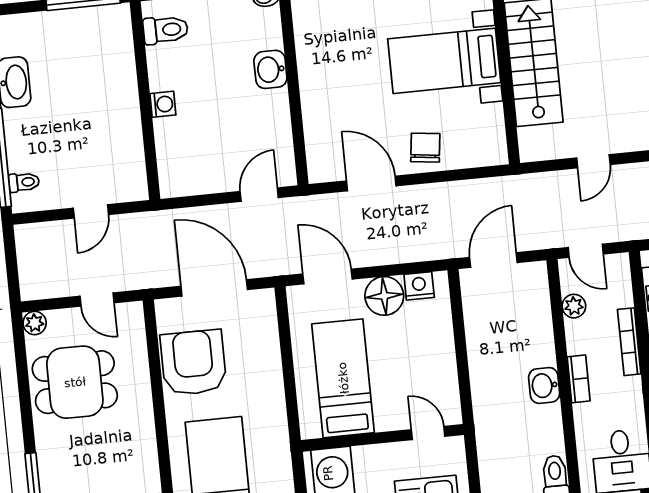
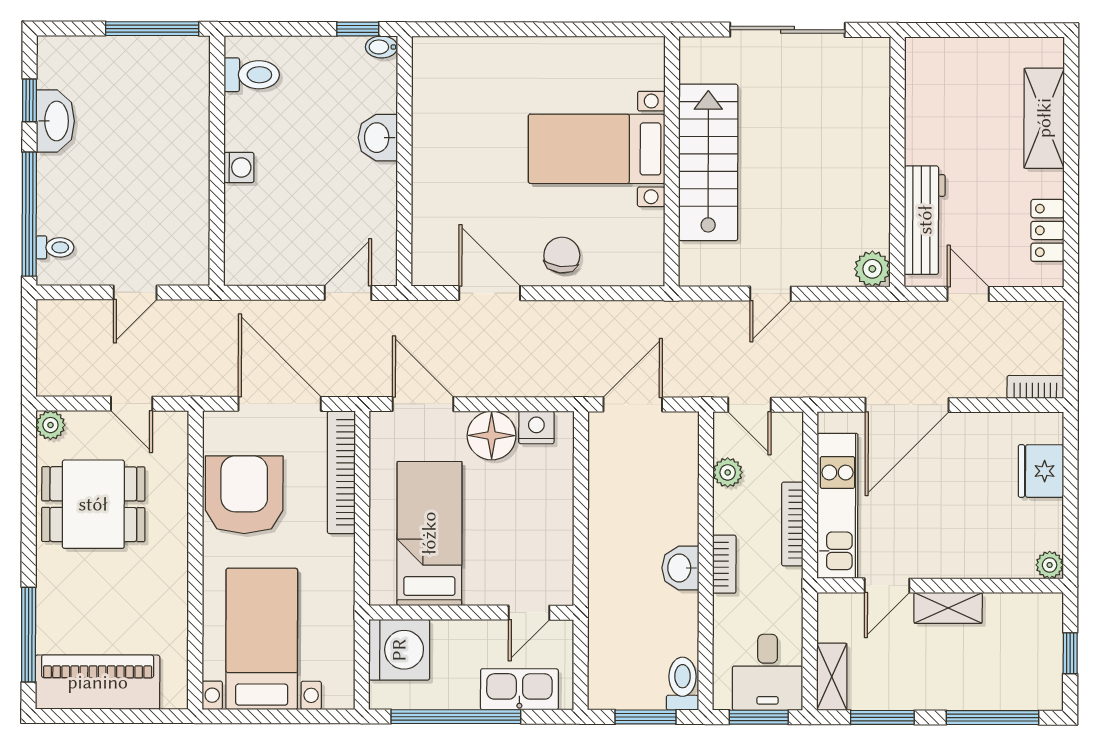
bookcase: (268, 337) -> (341, 472), added
door: (428, 433) -> (529, 613), swing flipped

